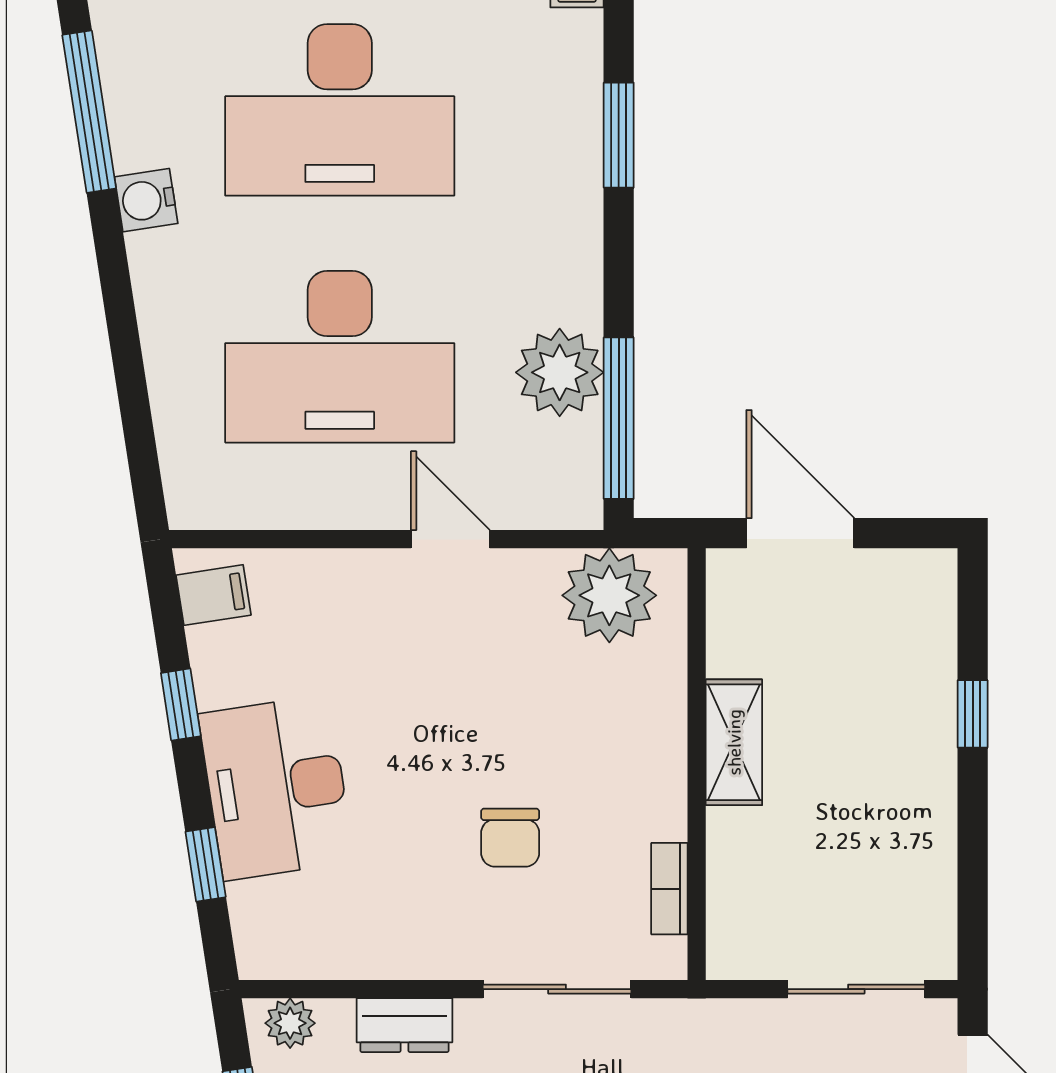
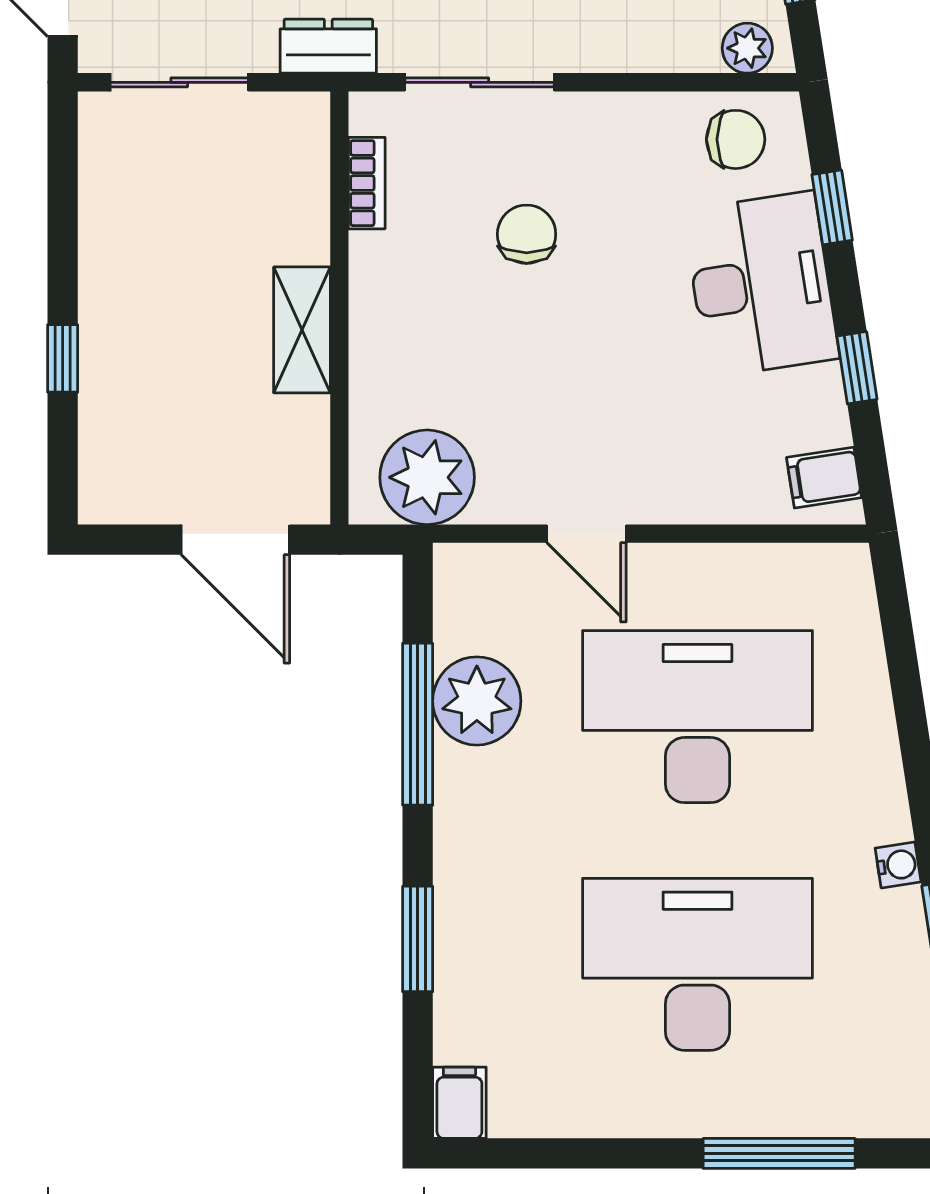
water cooler: (146, 200) -> (898, 865), width x0.72, depth x0.72
window: (619, 418) -> (418, 724), moved
chair: (302, 932) -> (736, 139), added
dresser: (405, 1025) -> (328, 46), moved

